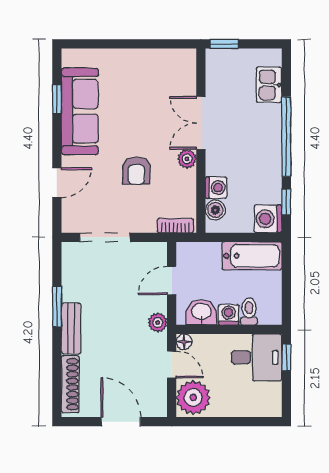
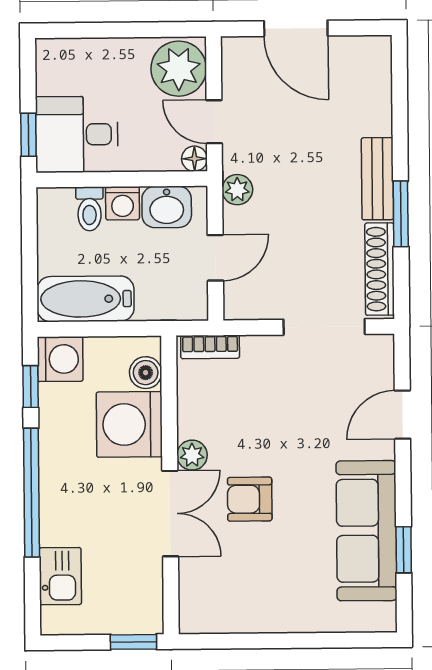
armchair: (136, 171) -> (250, 499), moved, turned -90
washing machine: (216, 188) -> (129, 424), width x1.89, depth x1.89
shoe rack: (70, 384) -> (380, 269), moved

